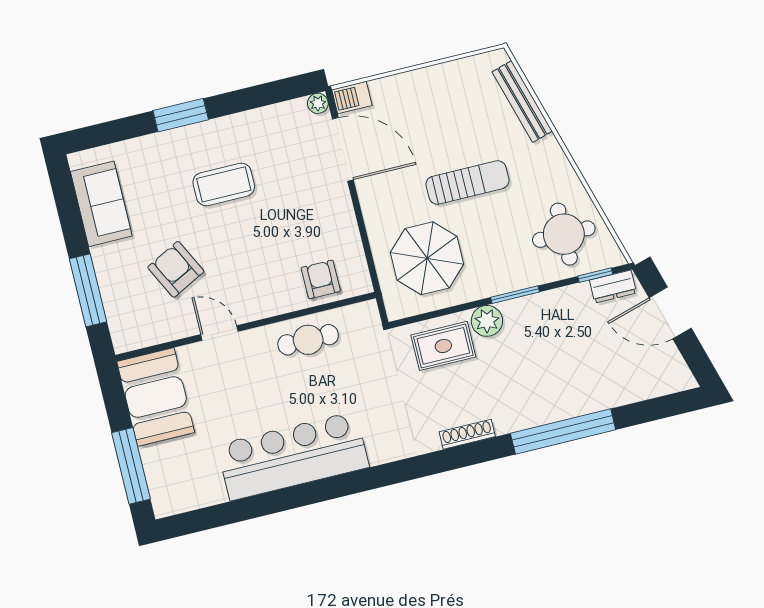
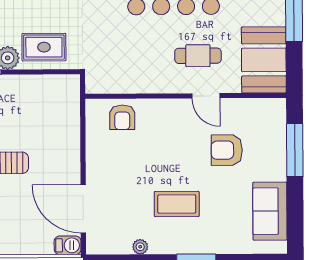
plant: (318, 103) -> (140, 247), moved
parasol: (427, 258) -> (41, 114), removed
armchair: (176, 269) -> (227, 150), turned 117
cafe table: (308, 340) -> (198, 56), moved

